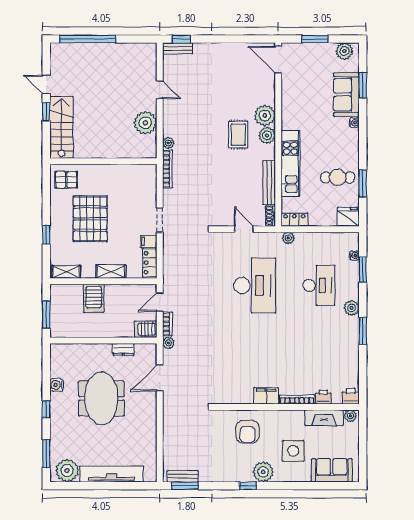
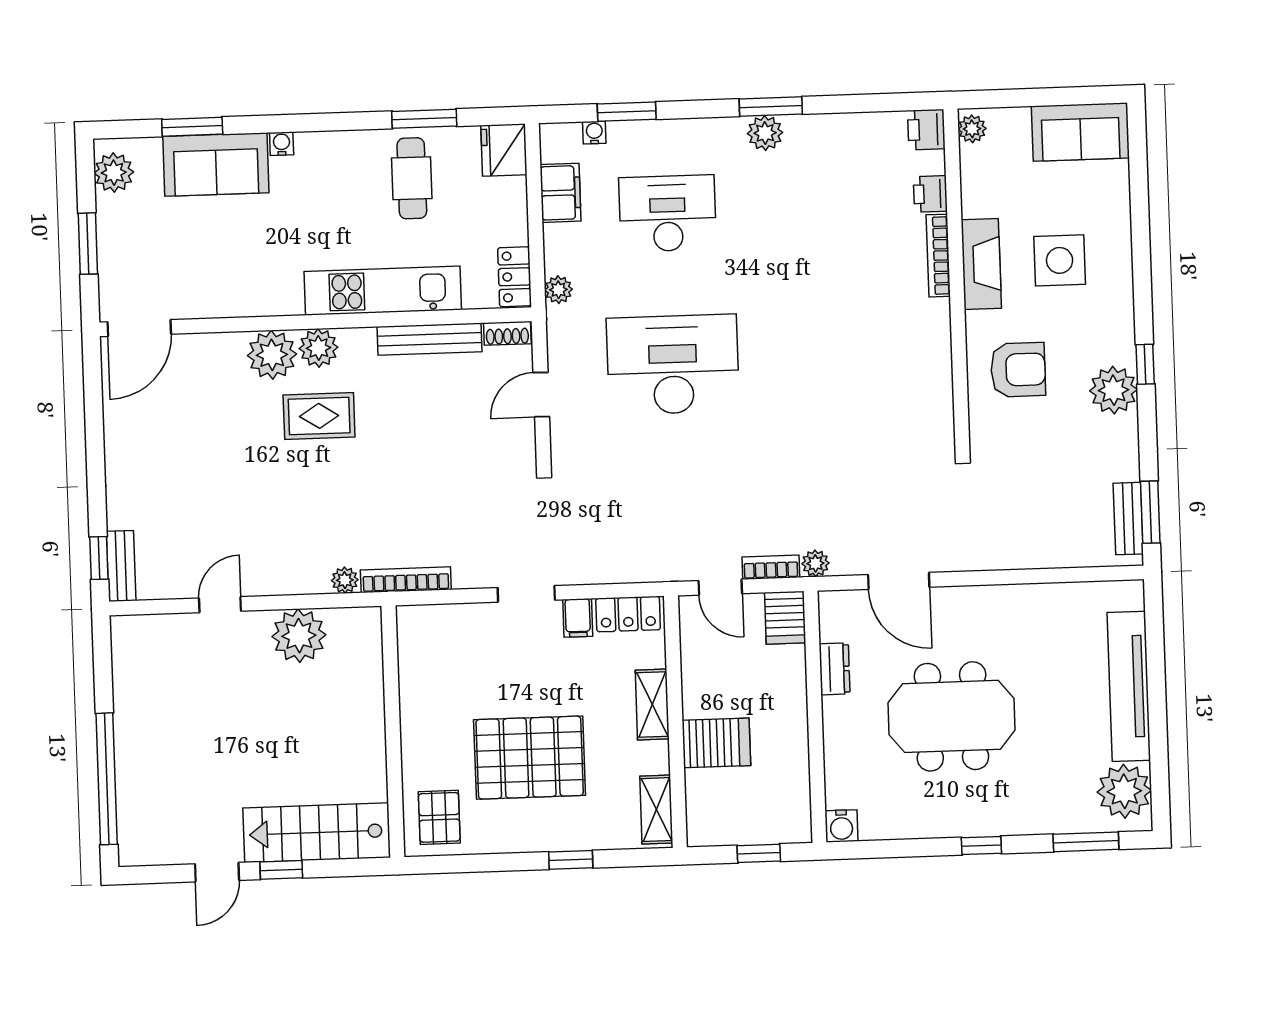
plant: (352, 308) -> (765, 133), moved
window: (46, 315) -> (759, 853), width x0.67
water cooler: (57, 385) -> (841, 826), moved
filing cabinet: (266, 396) -> (560, 193), moved, turned 180
fireplace: (324, 418) -> (981, 264), moved
sofa: (332, 470) -> (1080, 132), moved, turned -90
plant: (263, 472) -> (1114, 390), moved

